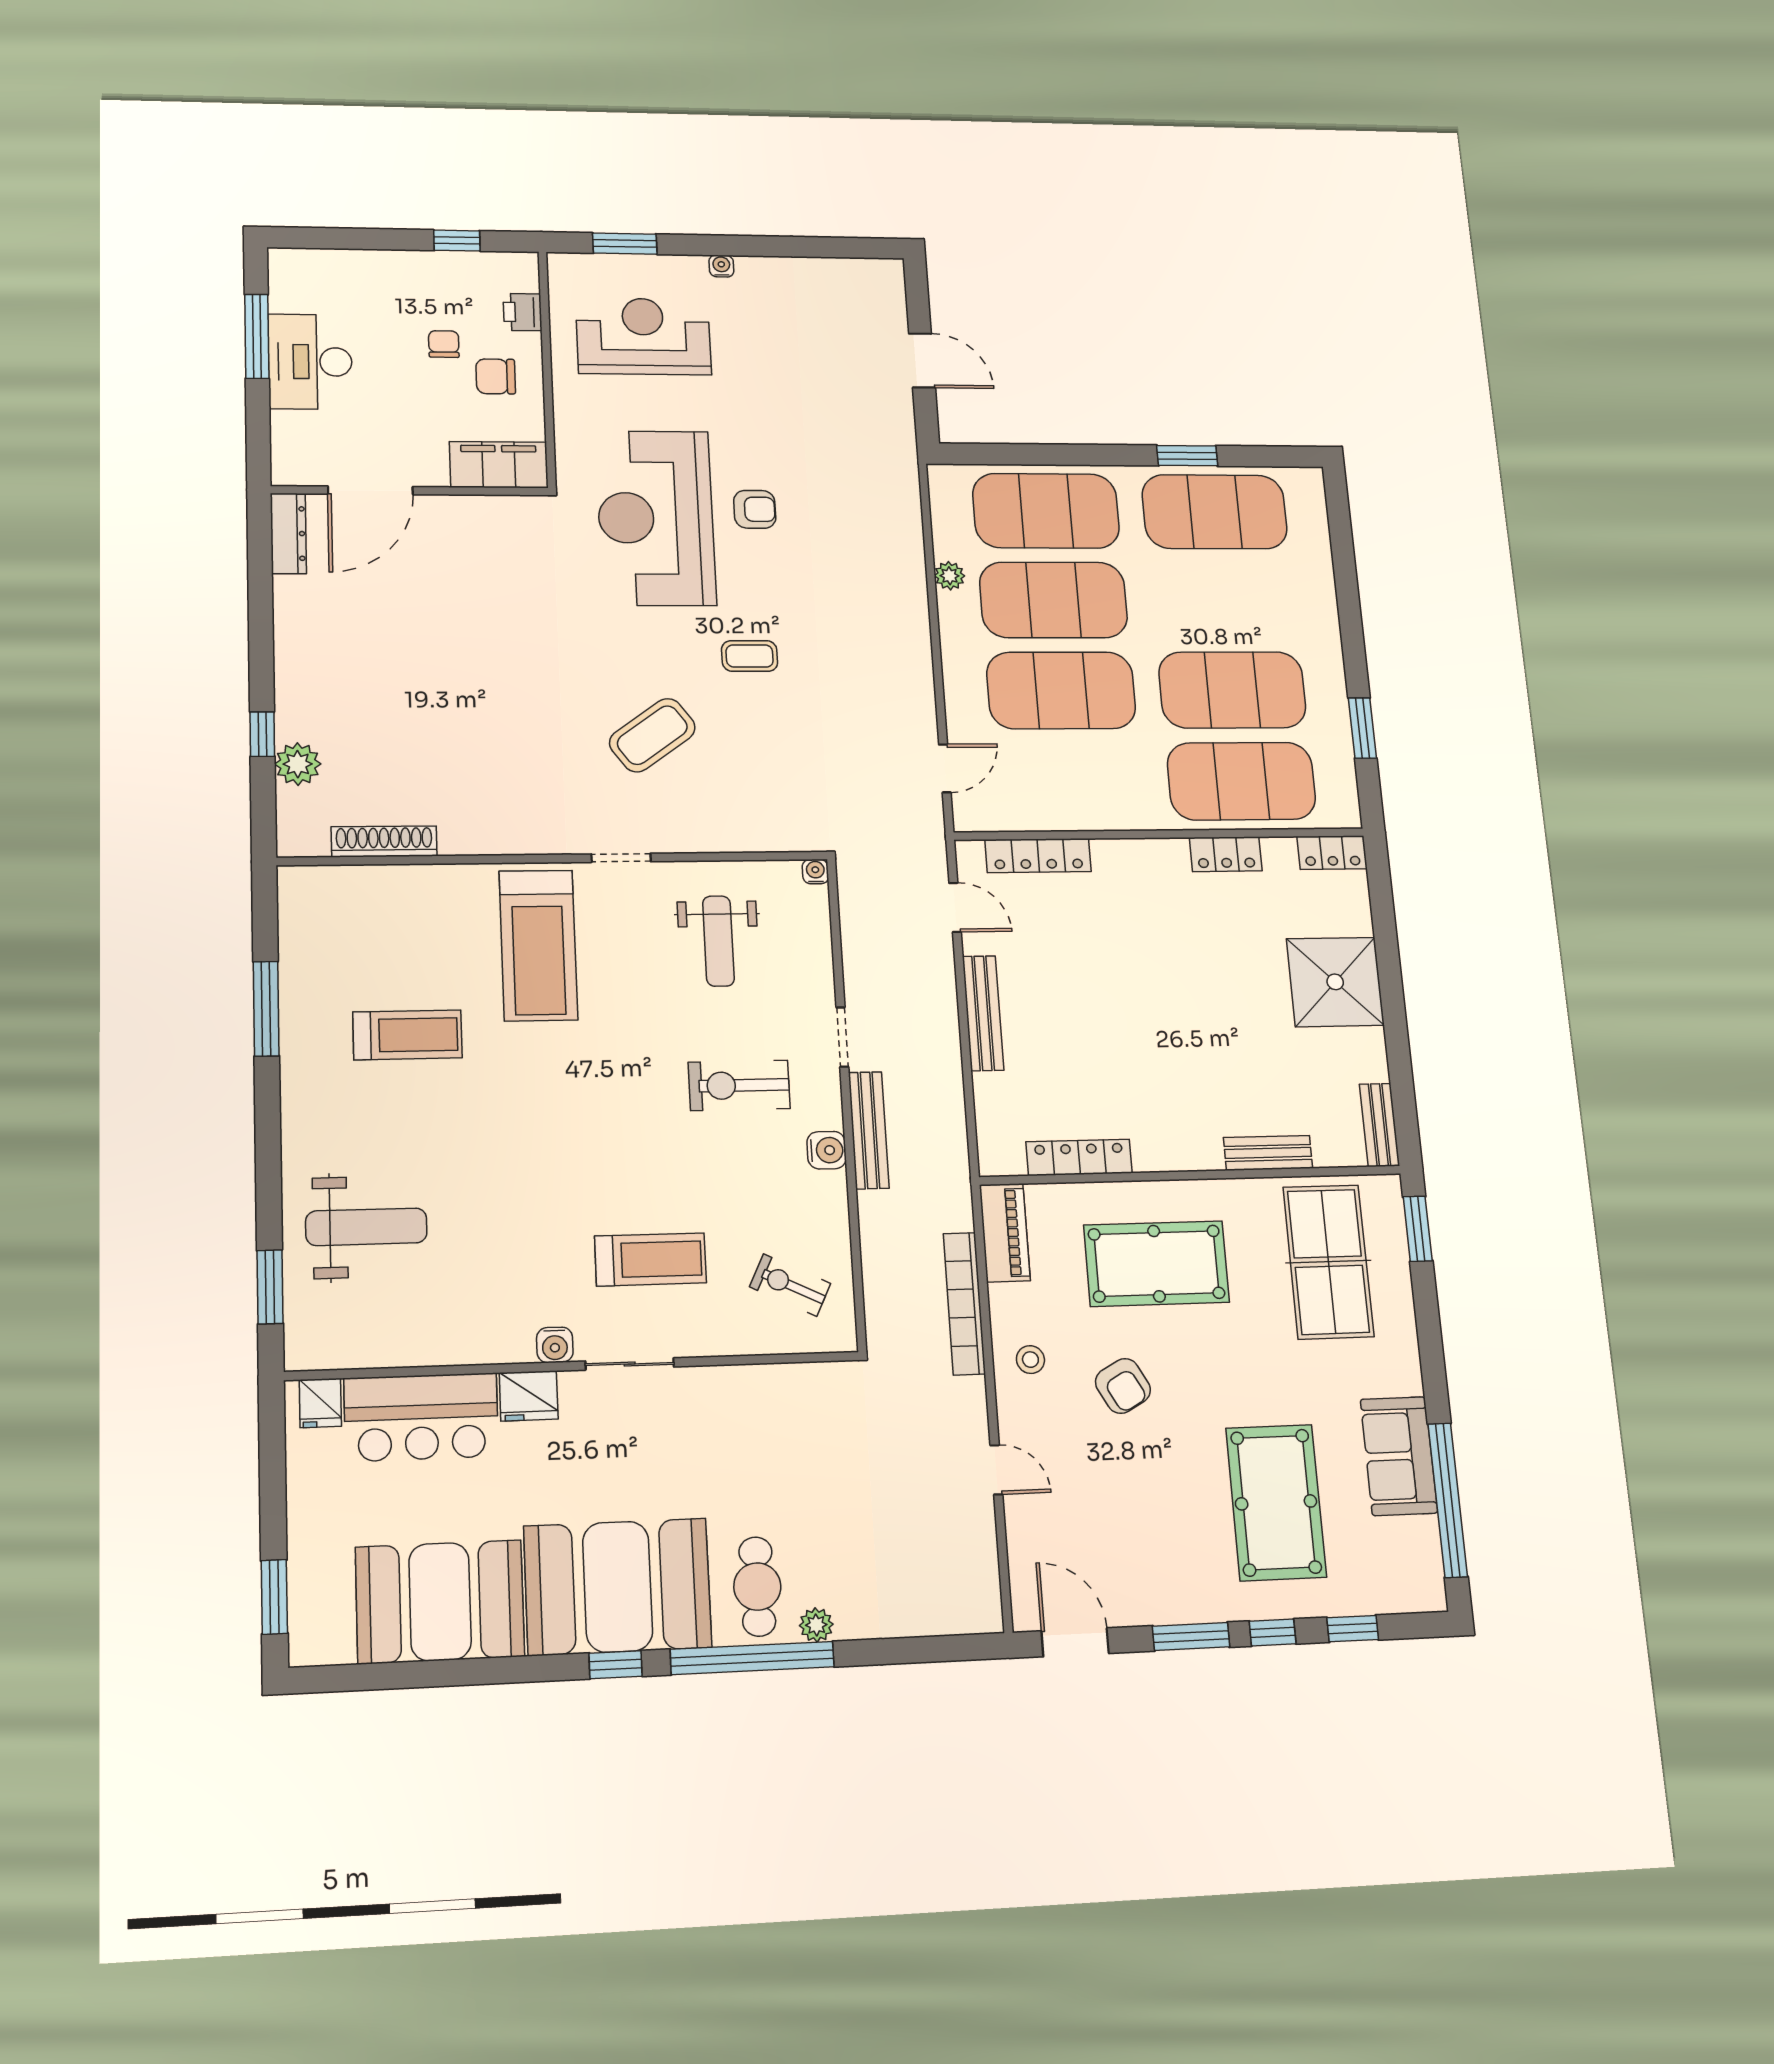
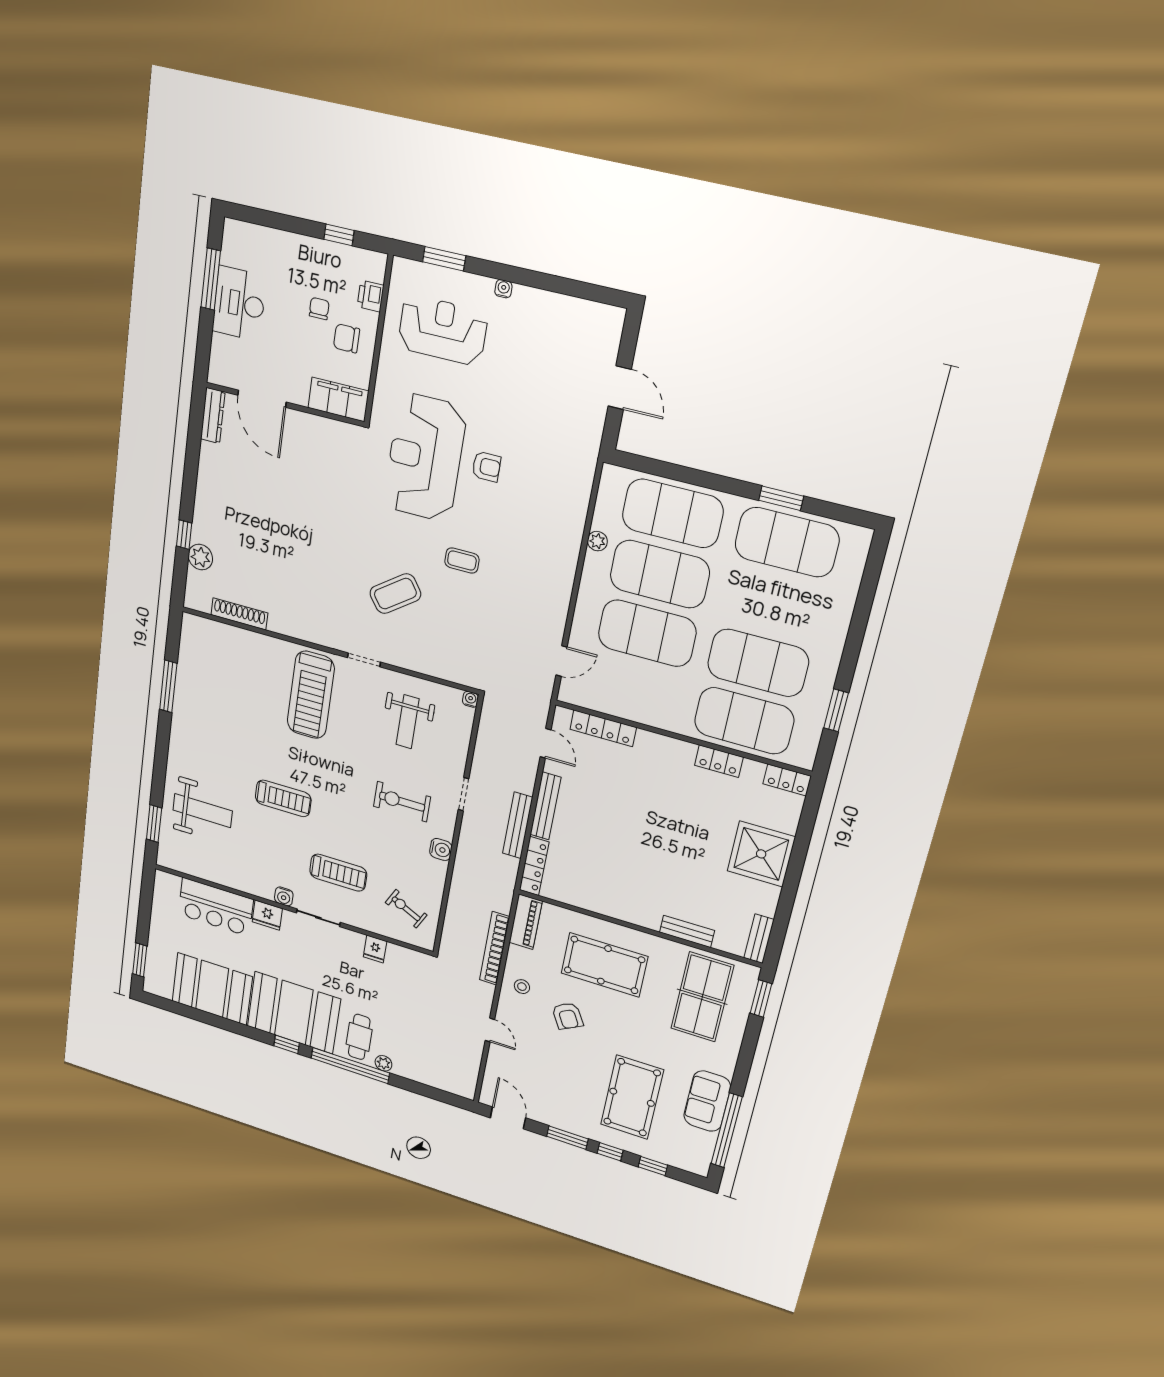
door: (370, 490) -> (262, 399), hinge flipped
treadmill: (408, 1035) -> (283, 798), moved
bench: (869, 1130) -> (518, 825), moved
locker: (1079, 1157) -> (534, 866), moved, turned 90
fridge: (320, 1403) -> (375, 949), moved

